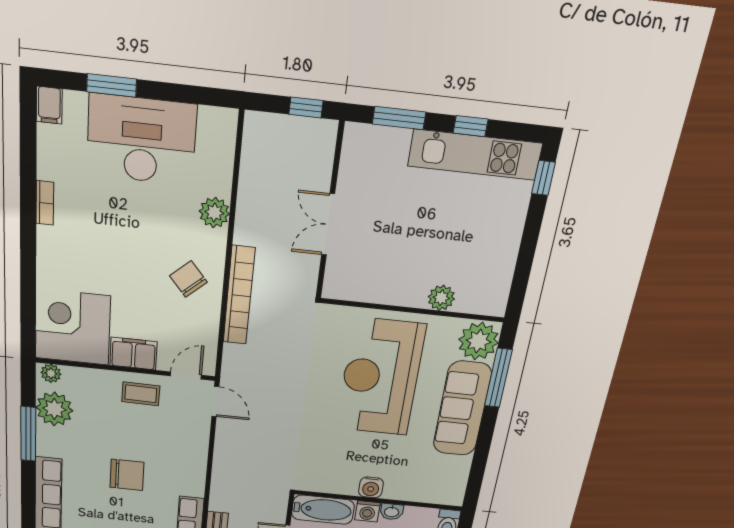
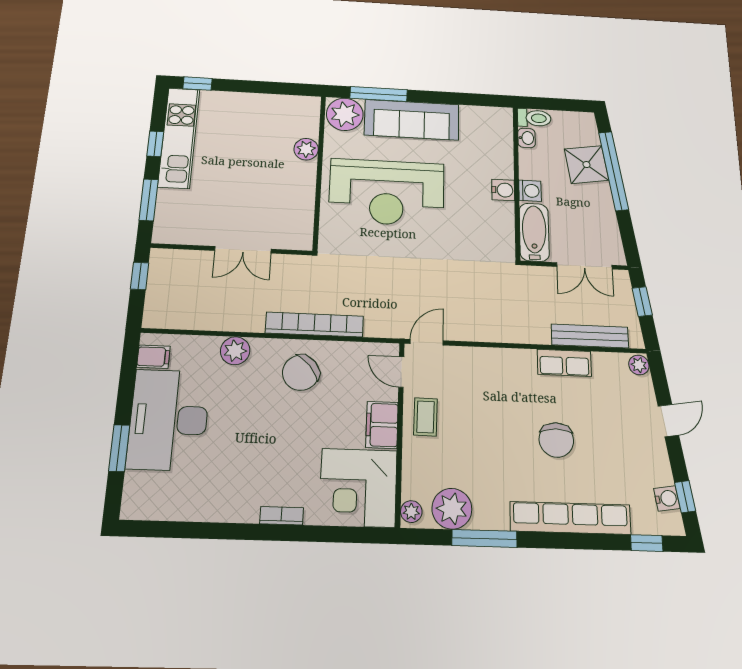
filing cabinet: (49, 105) -> (153, 357), moved
bookcase: (45, 203) -> (282, 516), moved
chair: (188, 279) -> (301, 373), width x1.37, depth x1.37
chair: (127, 475) -> (556, 440), moved, turned 180
washbasin: (392, 512) -> (527, 138), moved

